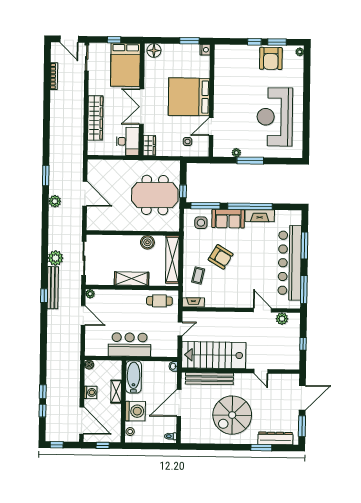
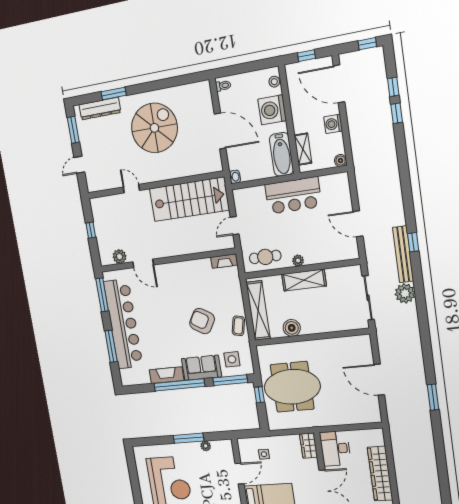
plant: (55, 201) -> (417, 366), removed
coffee table: (198, 276) -> (238, 326), moved
plant: (90, 294) -> (298, 261), moved
bench: (209, 379) -> (189, 169), removed
shelving: (116, 392) -> (303, 149), moved
door: (302, 398) -> (79, 165), width x0.53
door: (179, 403) -> (220, 131), hinge flipped

